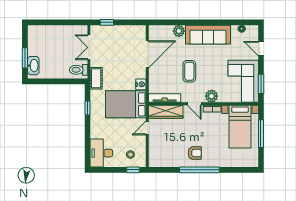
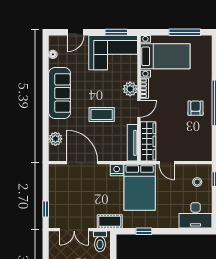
plant: (179, 31) -> (55, 139), moved
window: (261, 134) -> (185, 32), moved

